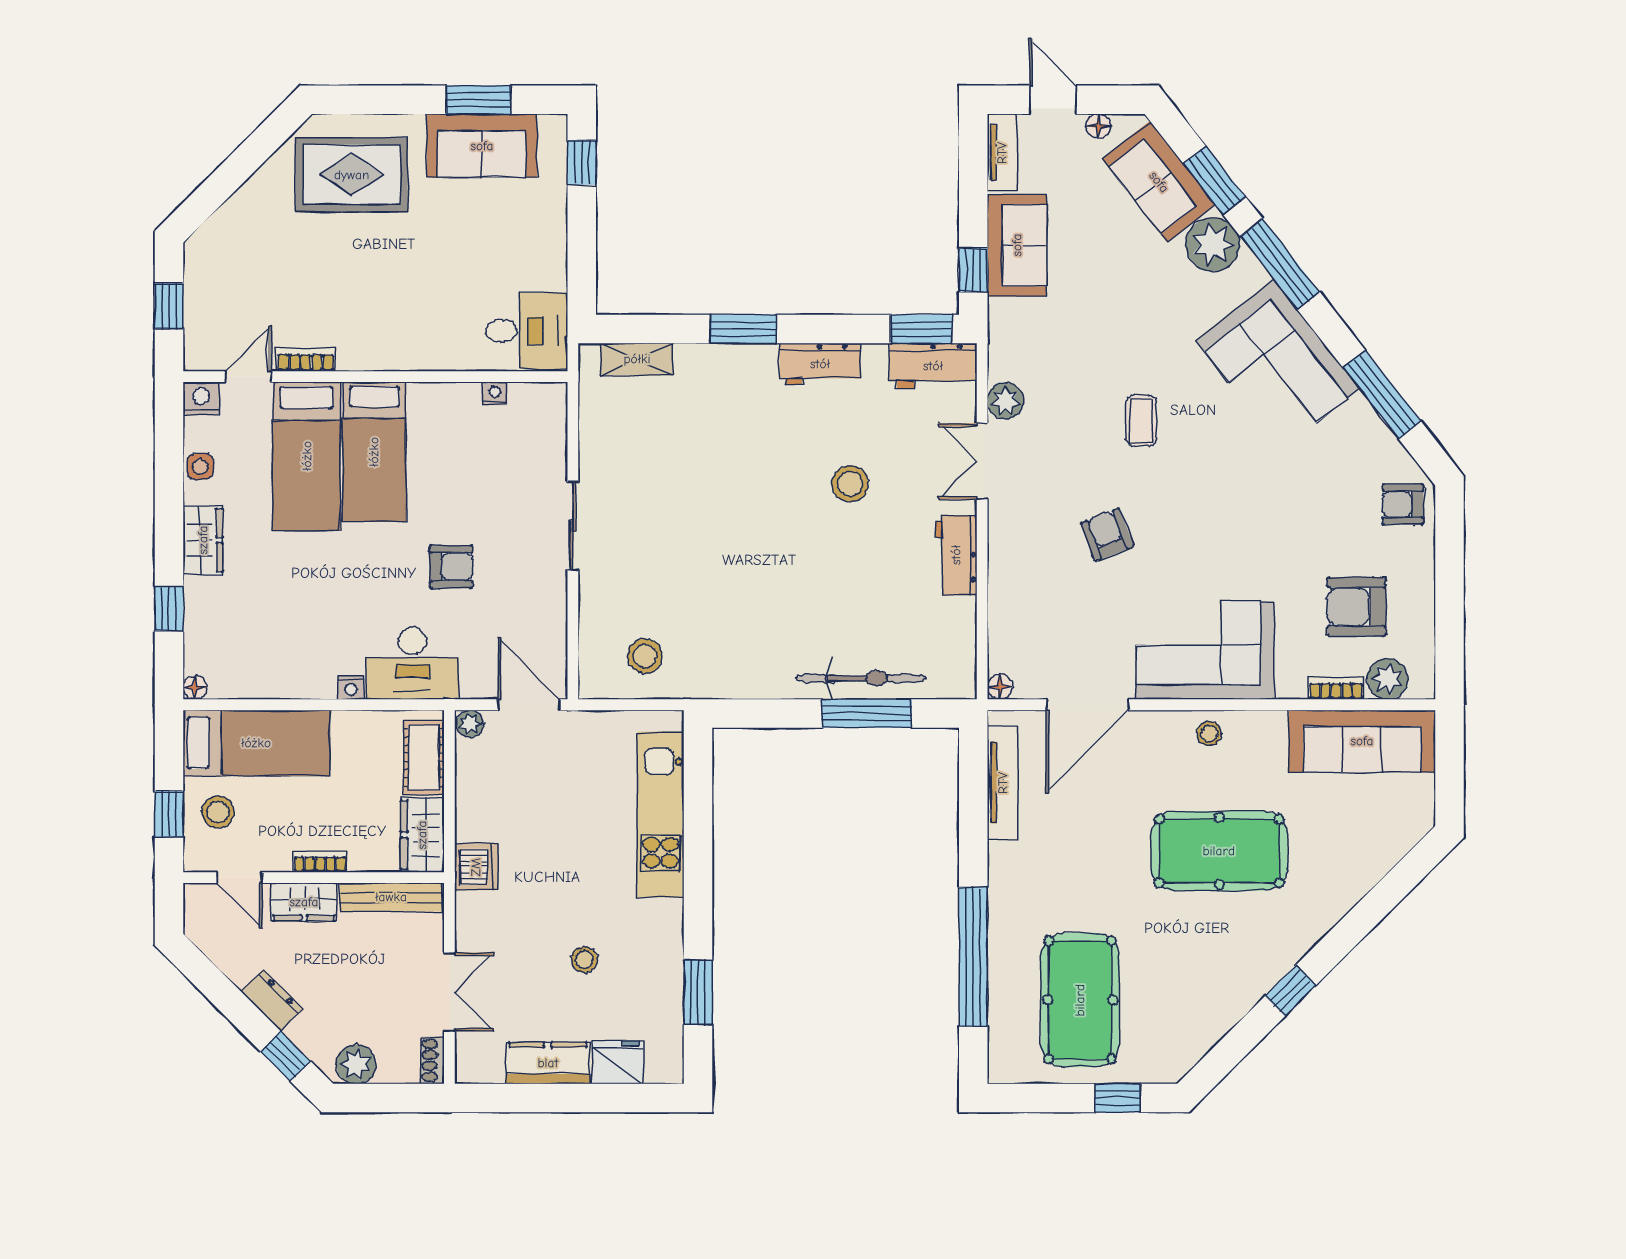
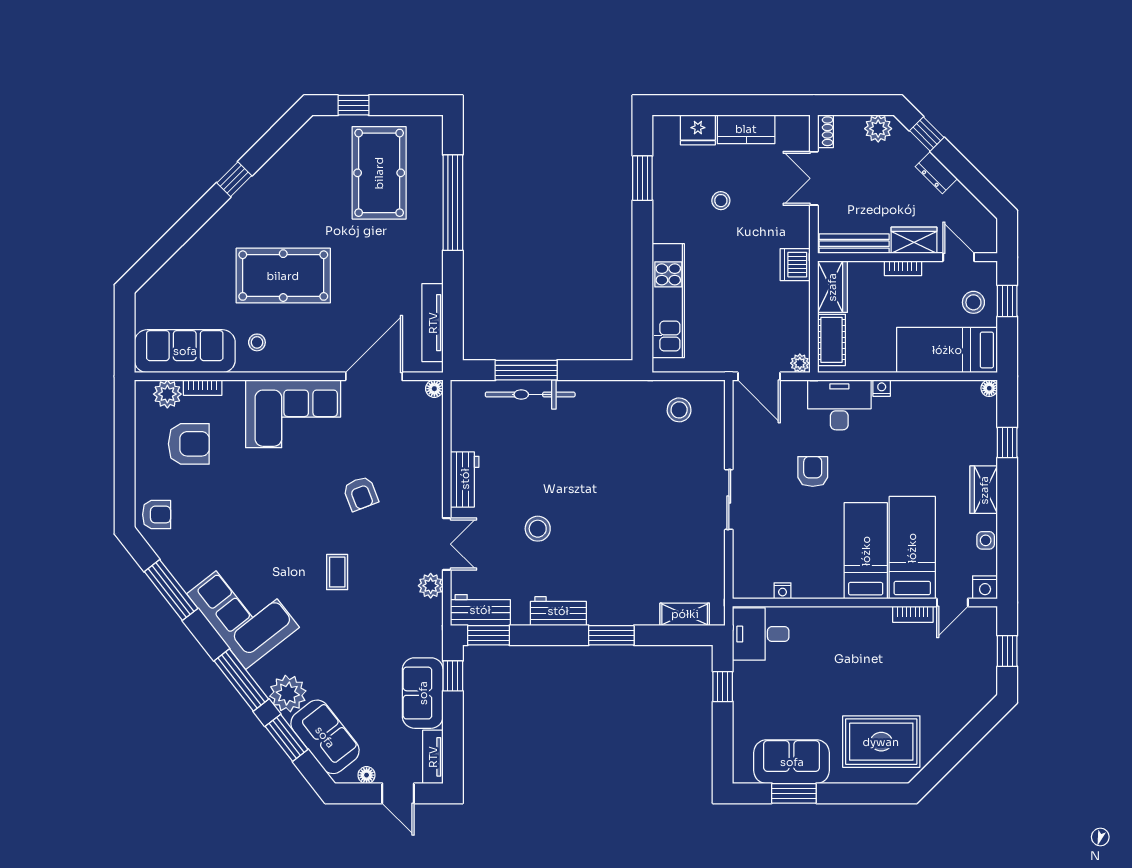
window: (582, 163) -> (723, 687), moved
armchair: (451, 567) -> (813, 471), turned 90
stool: (1209, 734) -> (257, 342), moved

